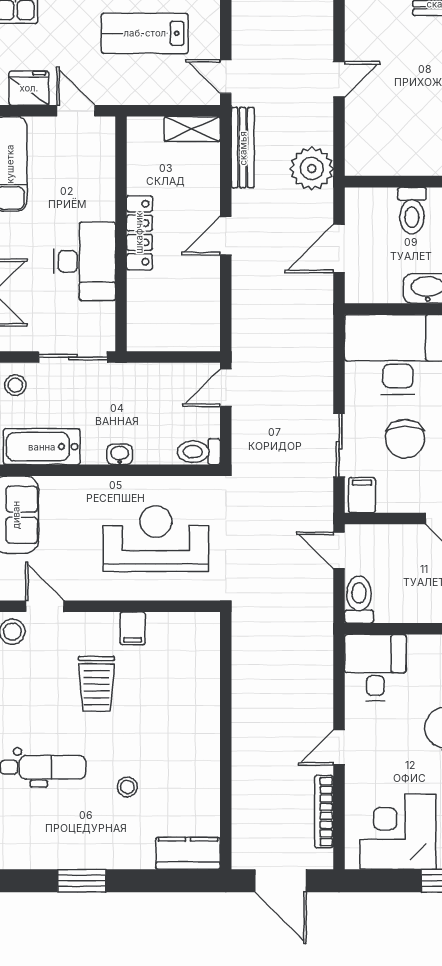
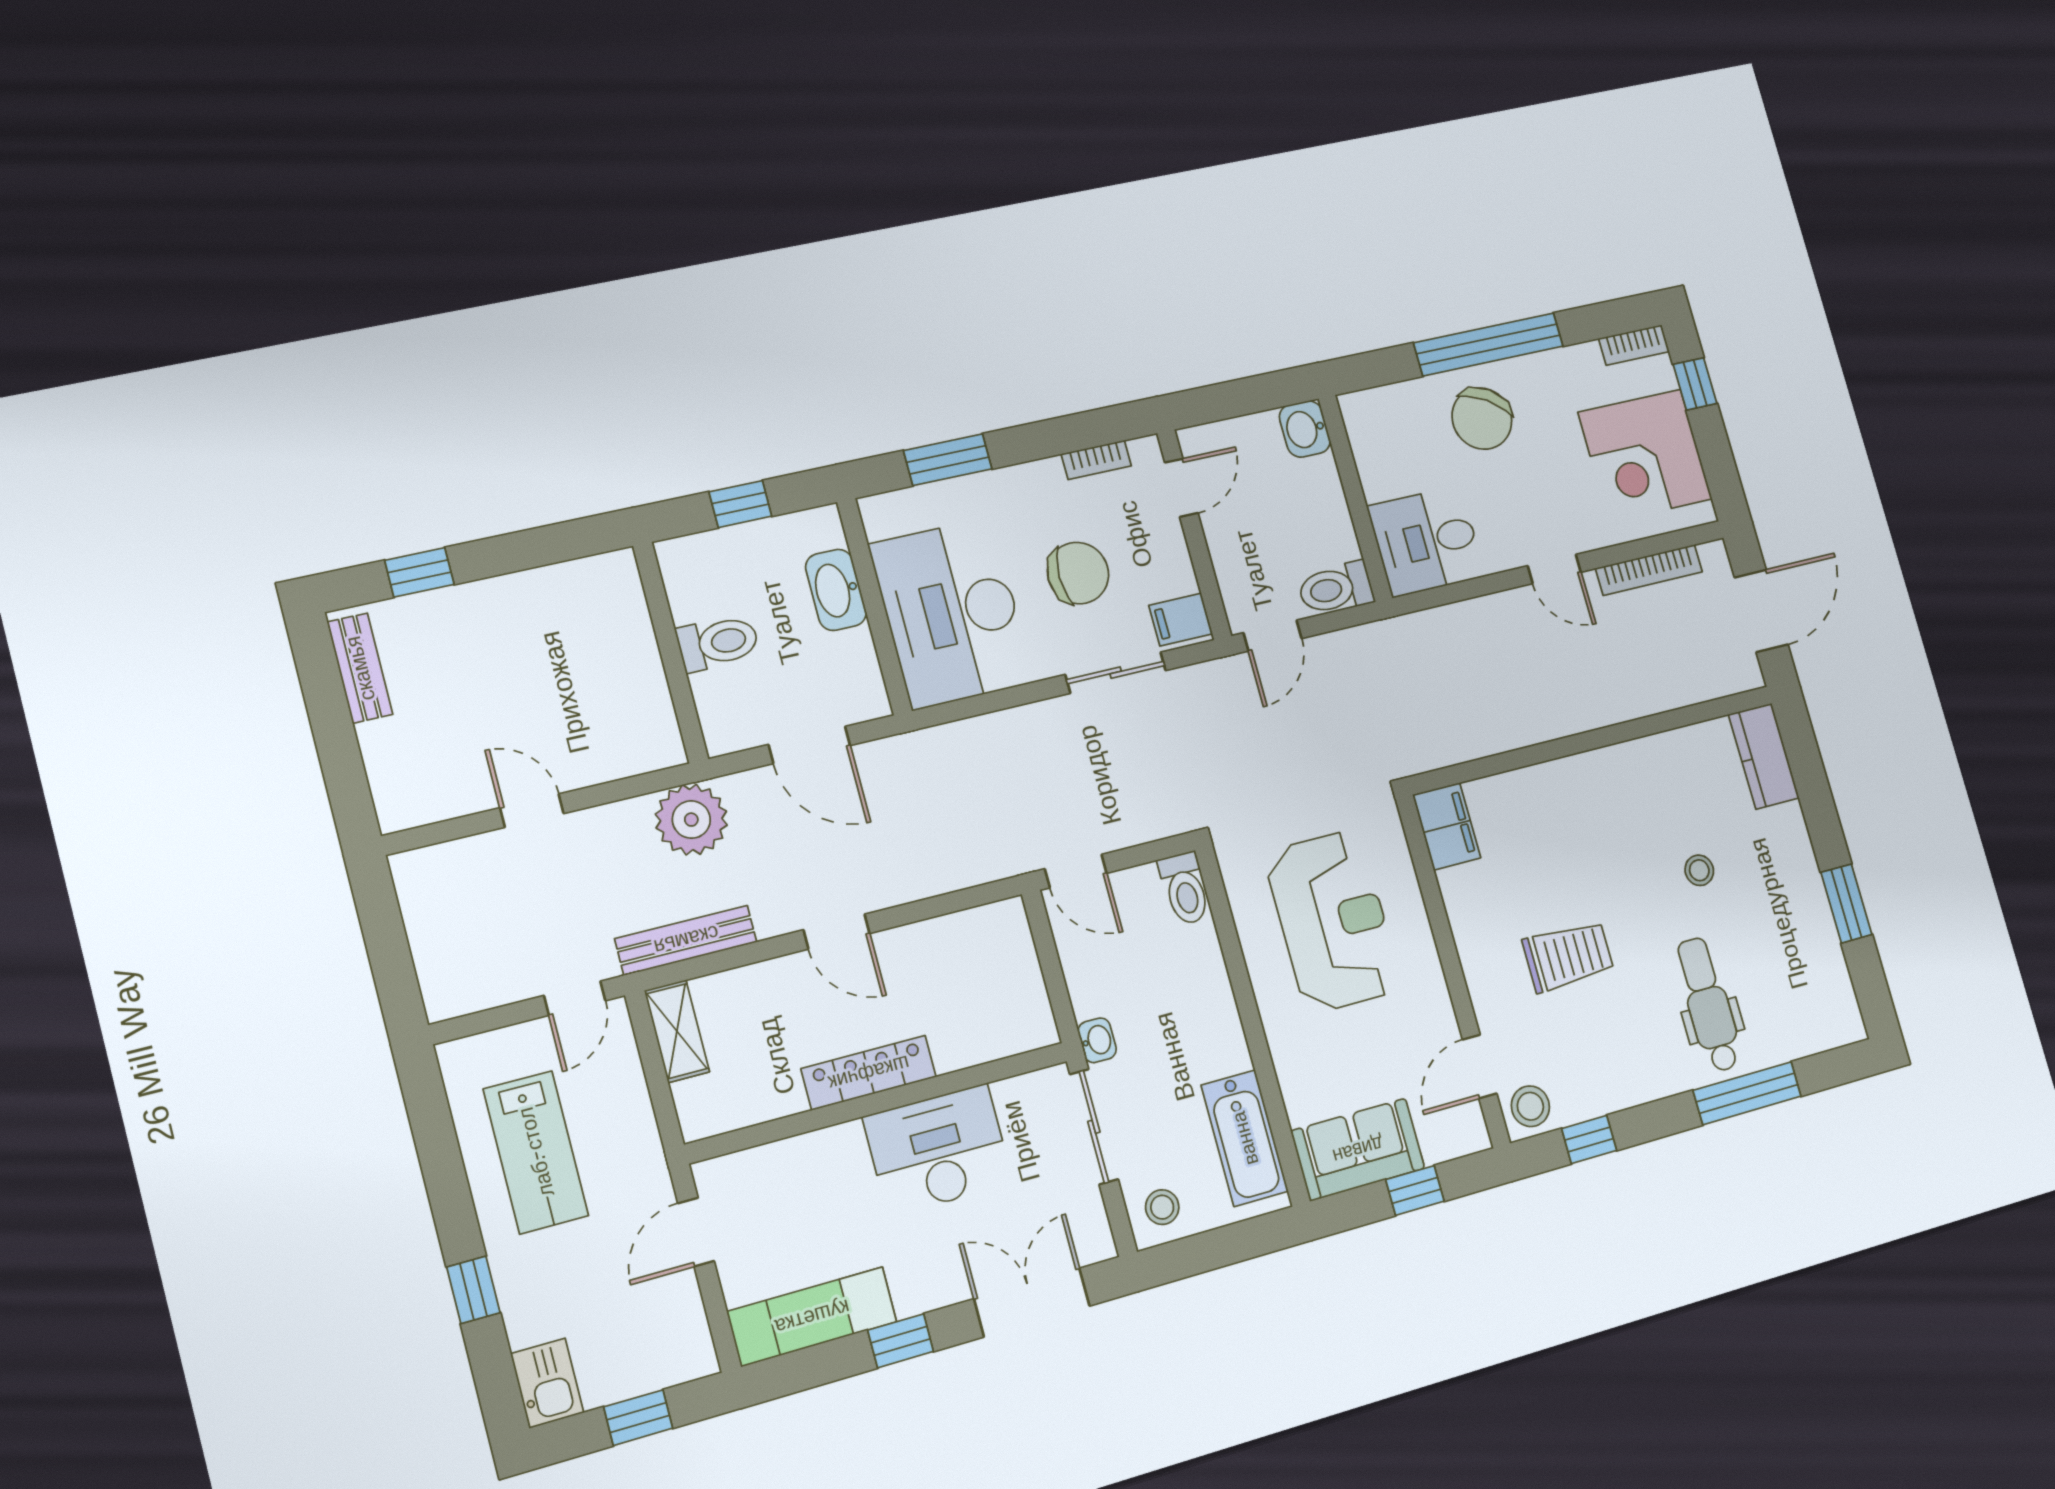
fridge: (29, 88) -> (678, 1321), removed
washbasin: (120, 454) -> (1097, 1040), moved, turned 180
reception desk: (156, 539) -> (1333, 921), turned 180
filing cabinet: (133, 628) -> (1447, 826), moved, width x2.00

